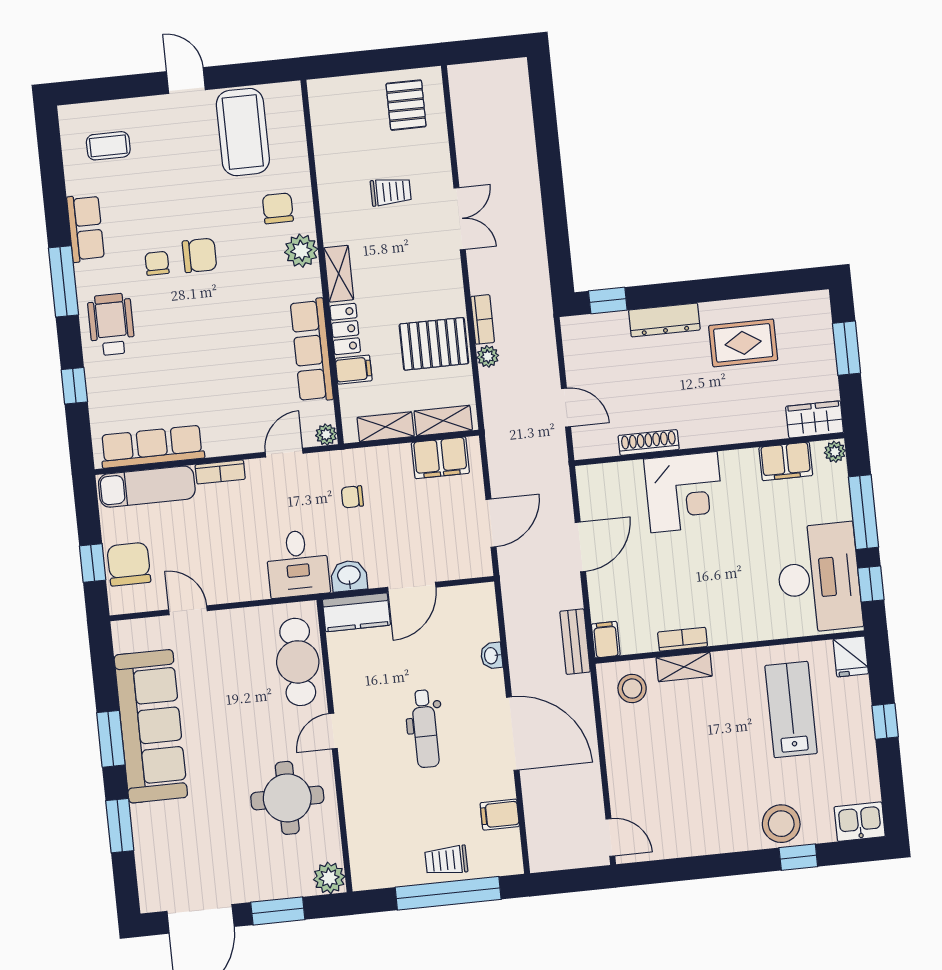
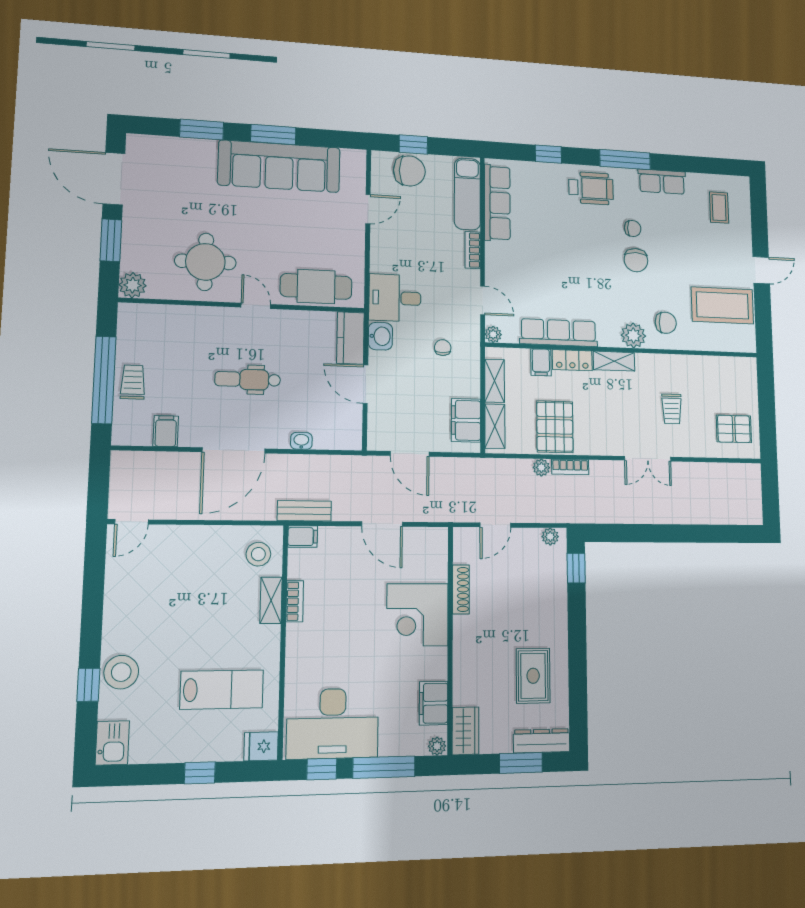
dresser: (664, 320) -> (542, 741), moved, turned 90
plant: (572, 337) -> (550, 537), added

